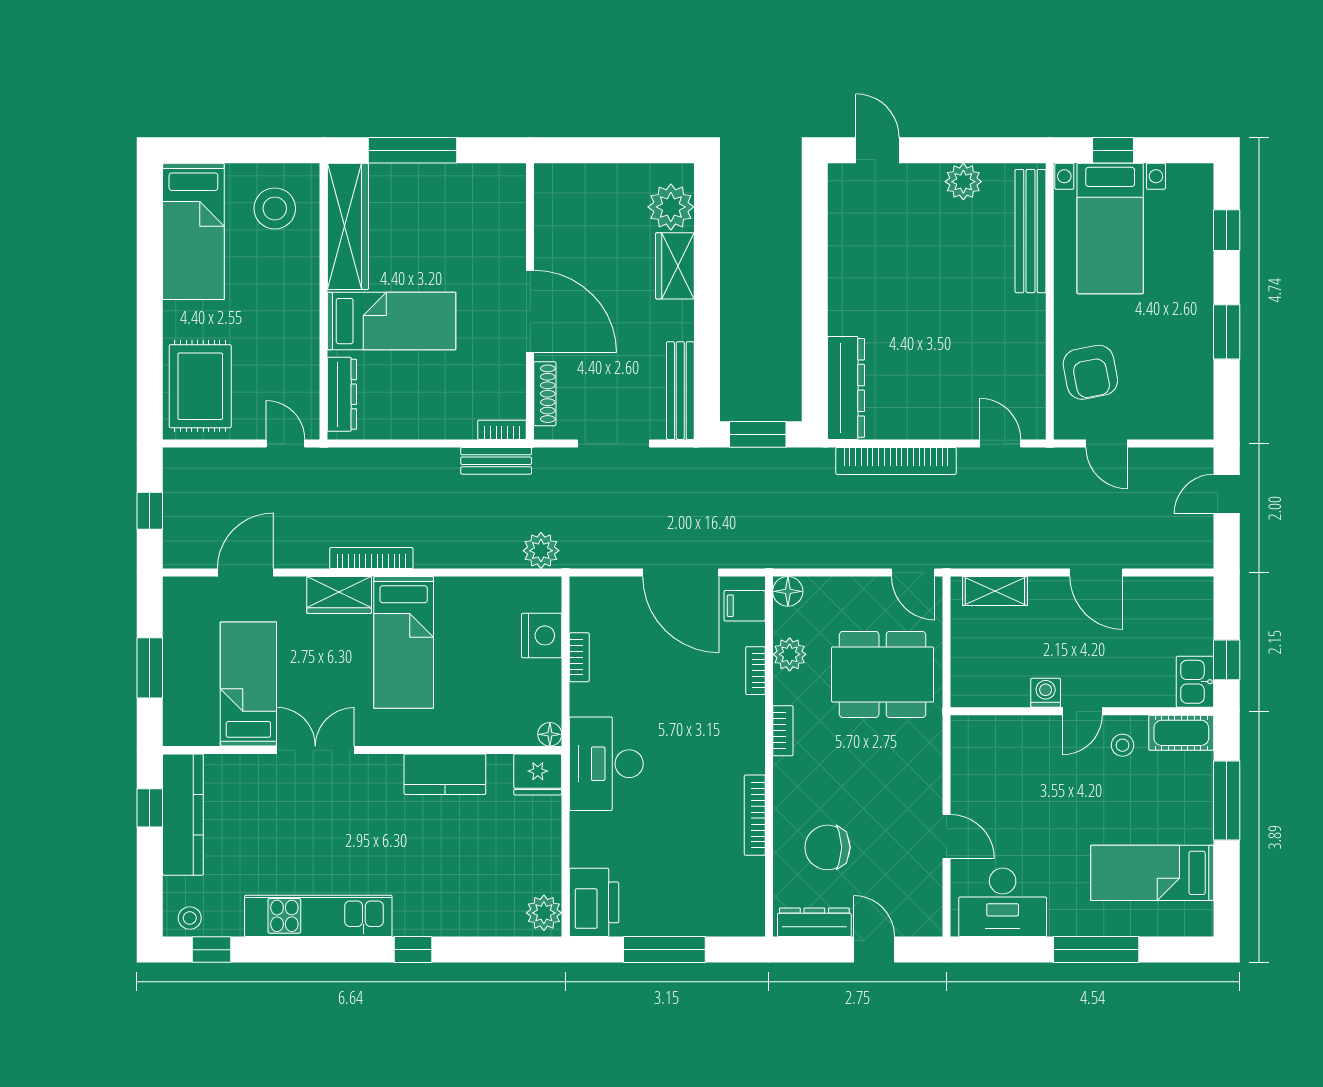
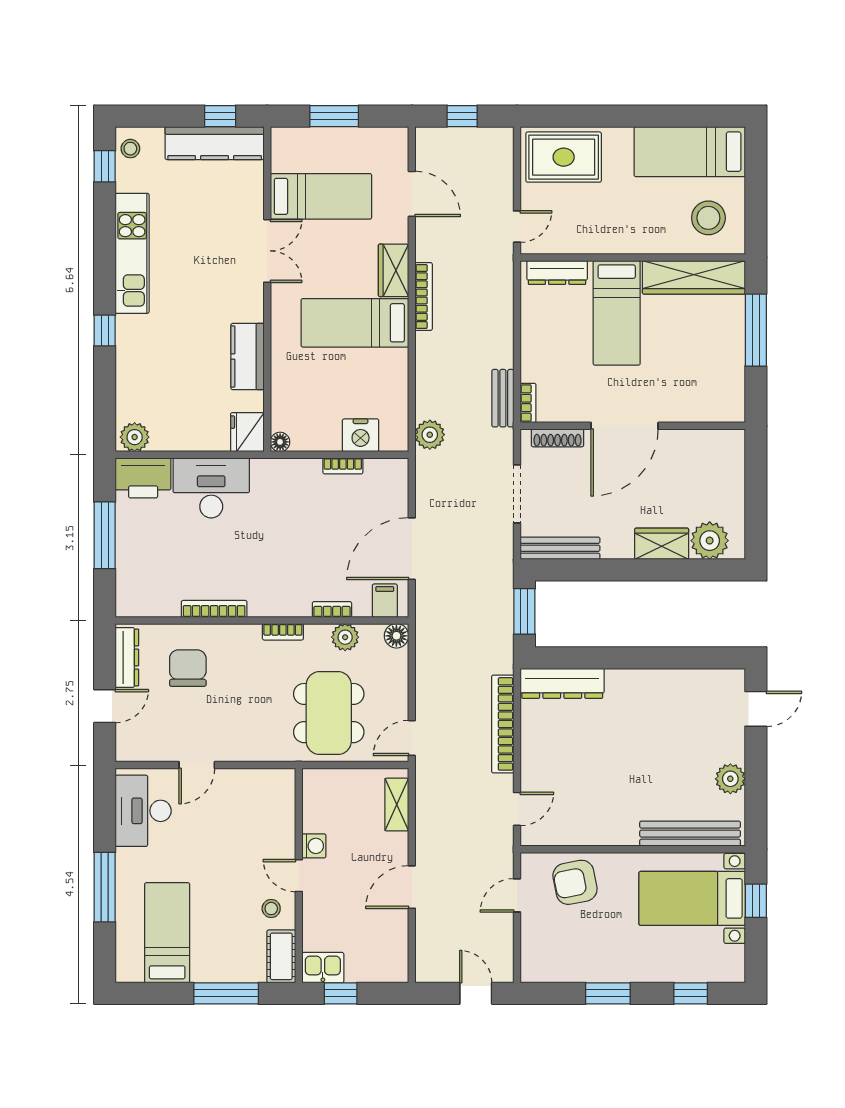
desk: (606, 764) -> (211, 488), moved

